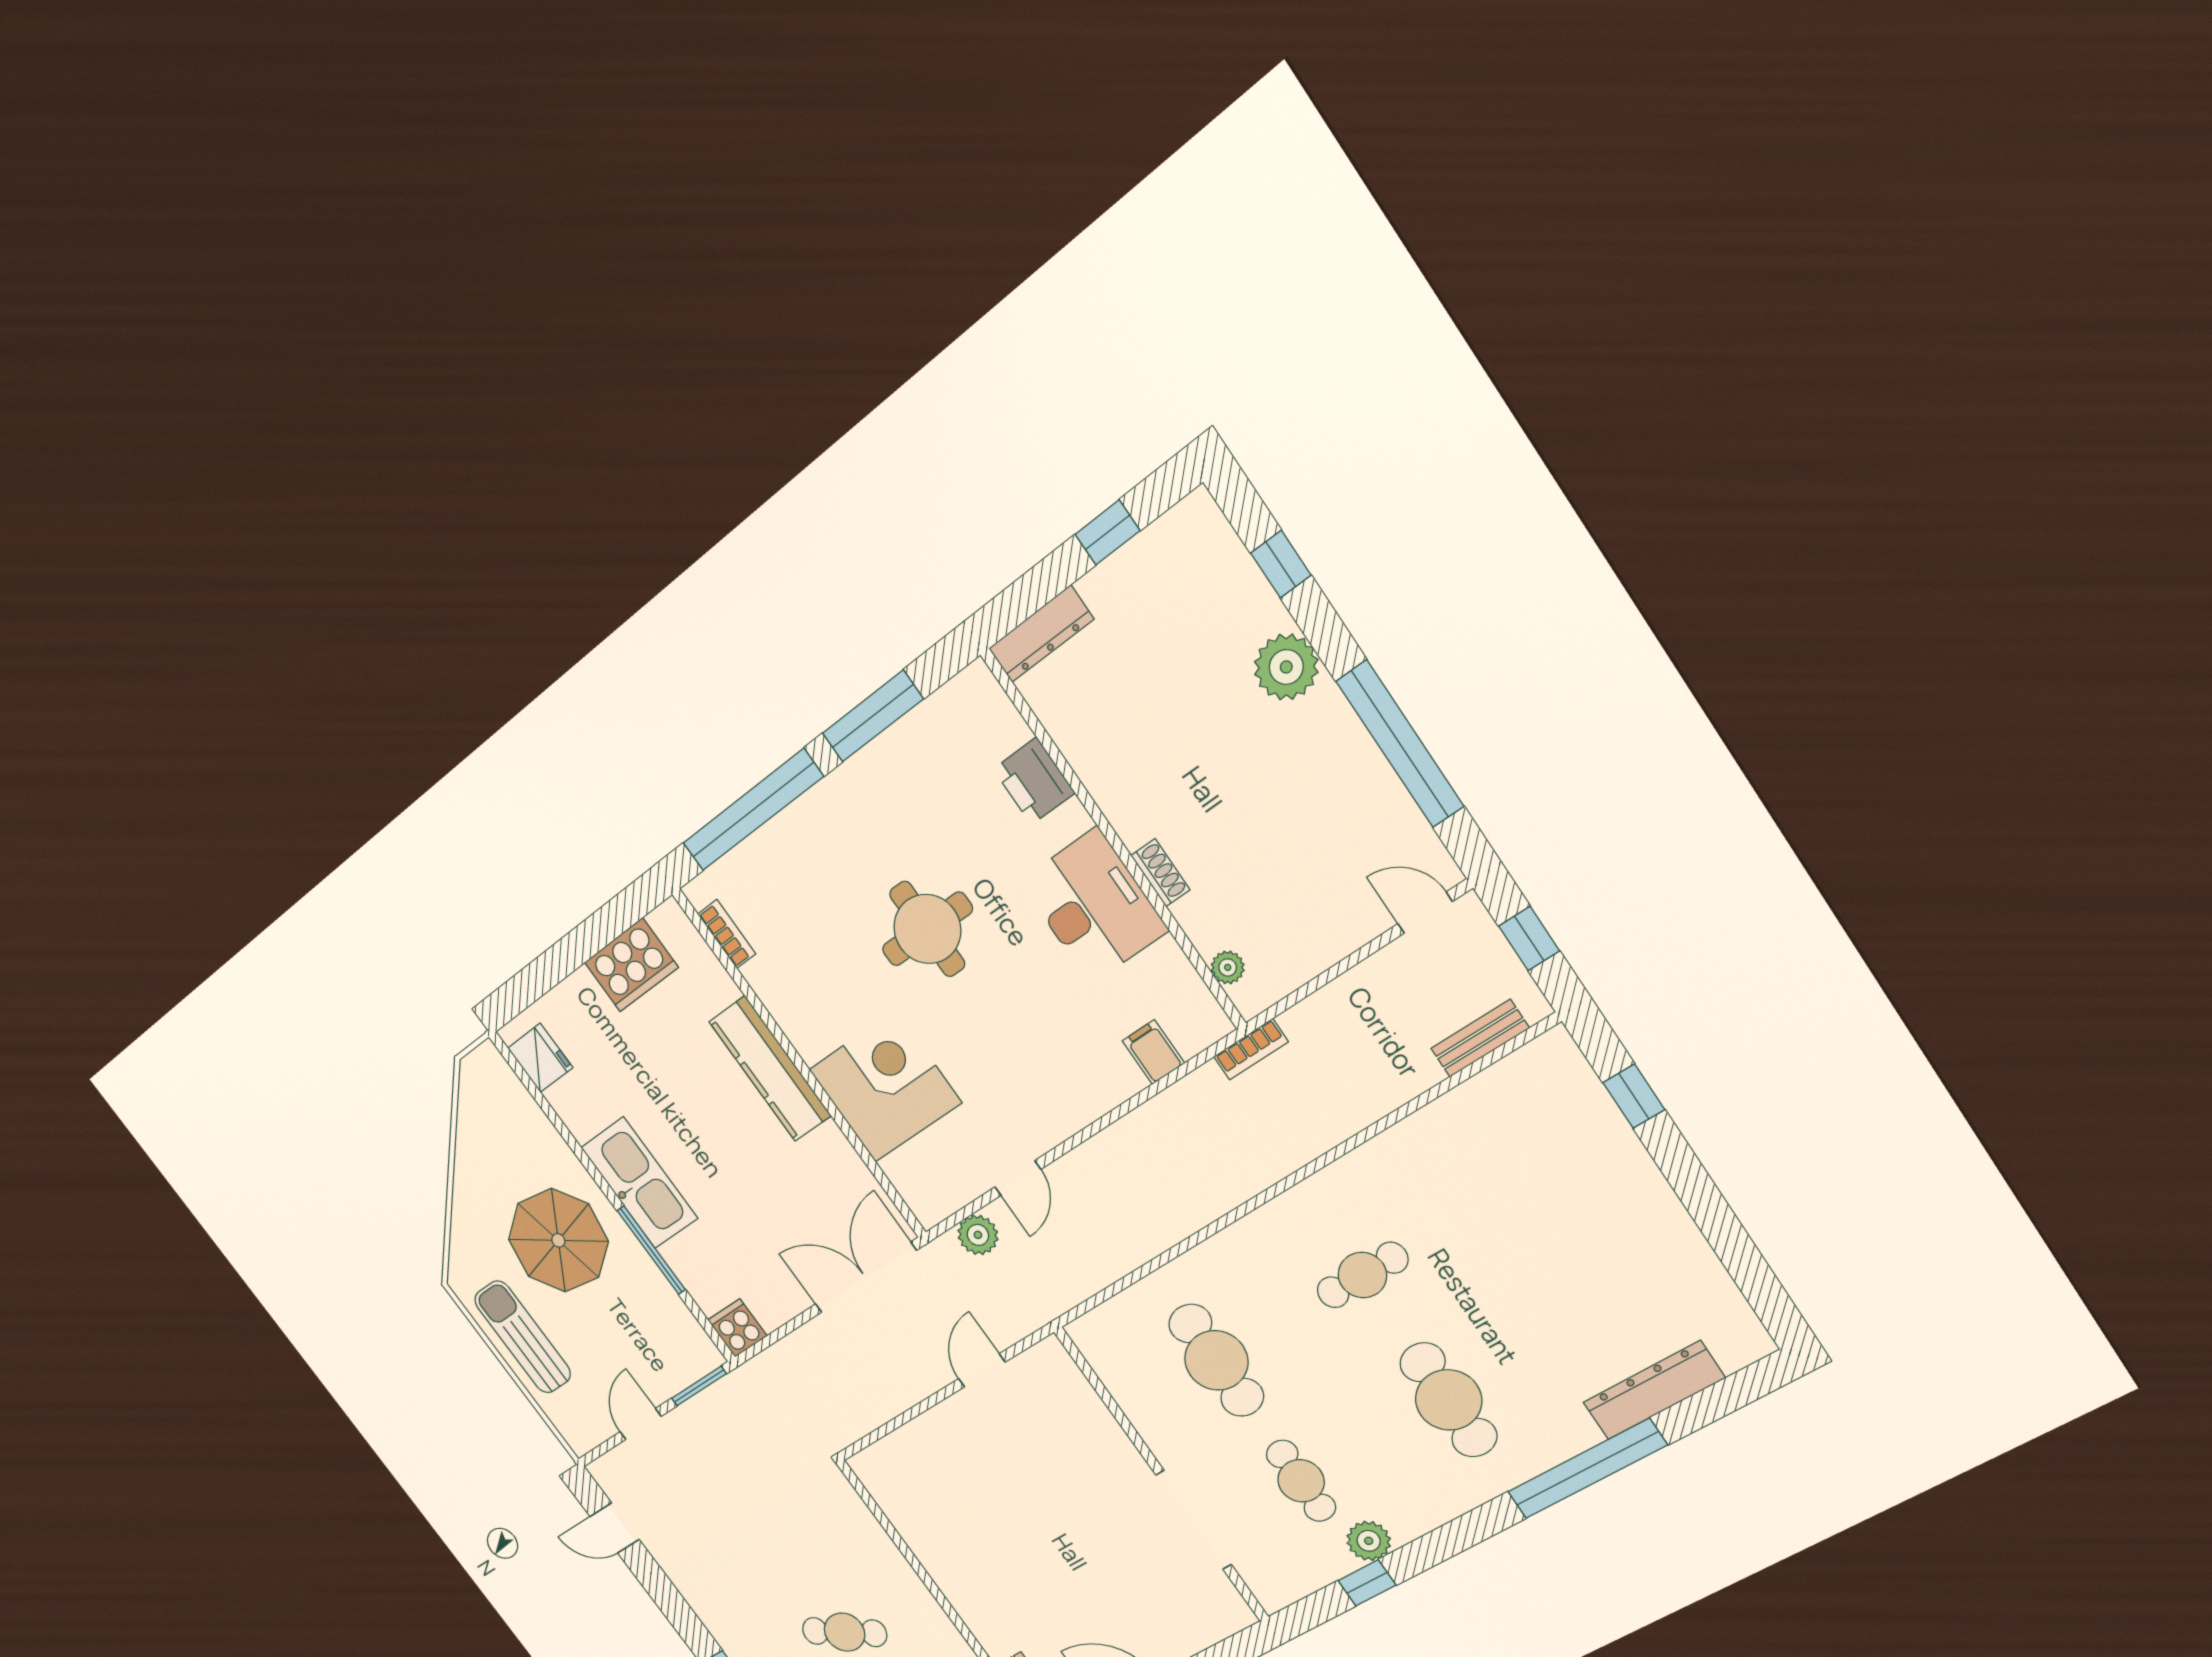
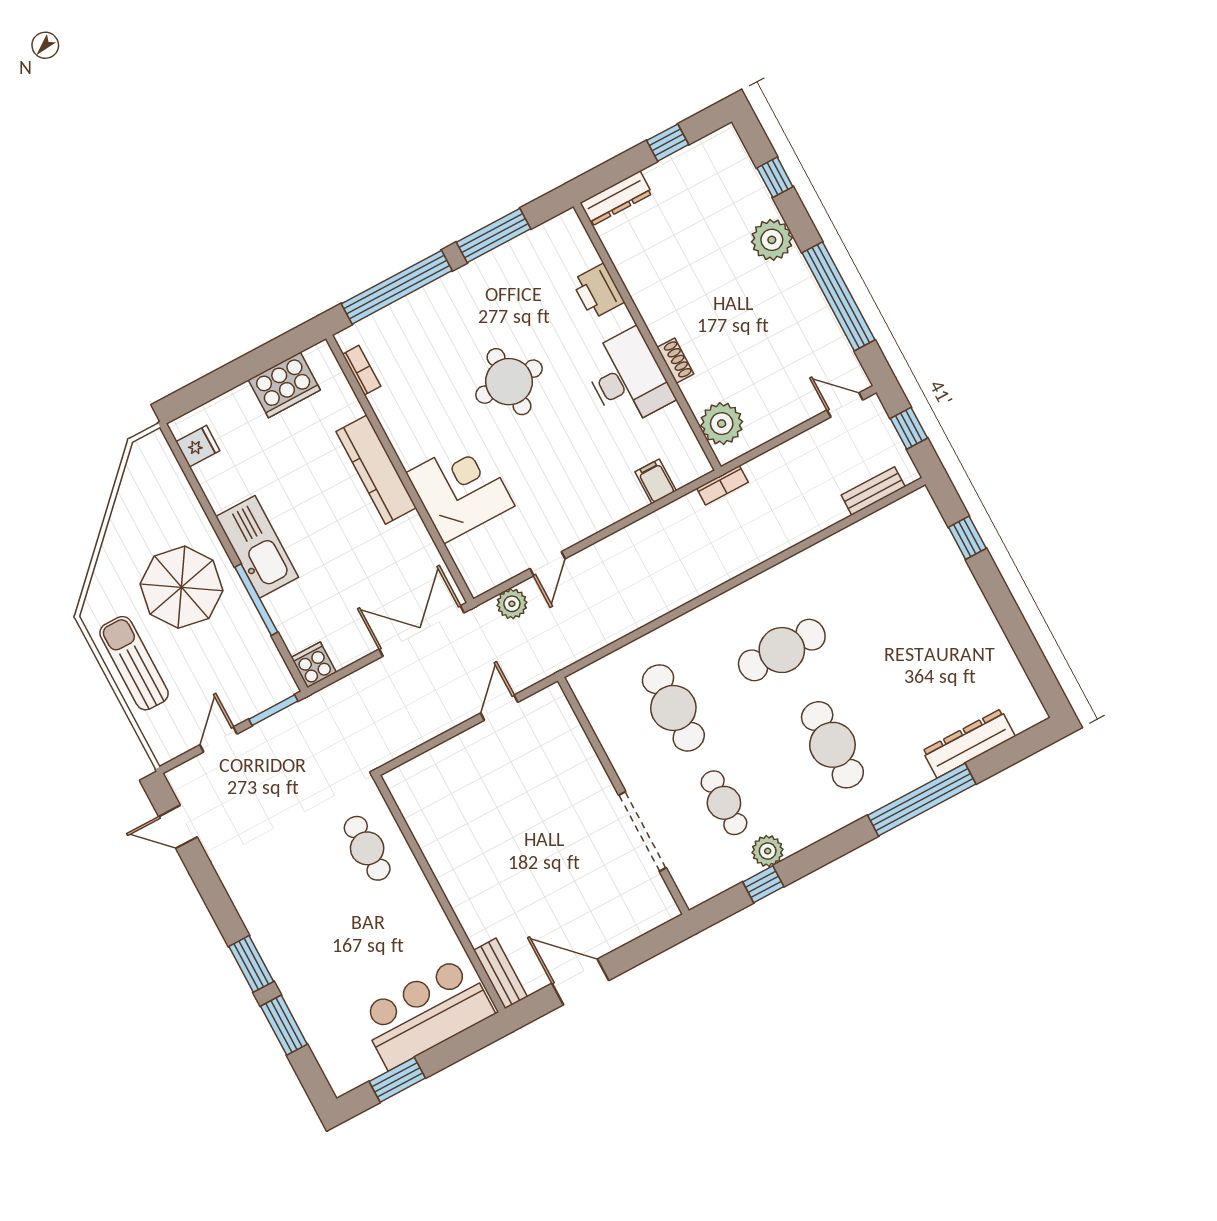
plant: (1228, 967) -> (722, 424), width x1.88, depth x1.88
fridge: (540, 1058) -> (198, 446), width x0.72
cafe table: (1362, 1275) -> (782, 650), width x1.37, depth x1.35
cafe table: (845, 1632) -> (367, 848), moved, turned 59

